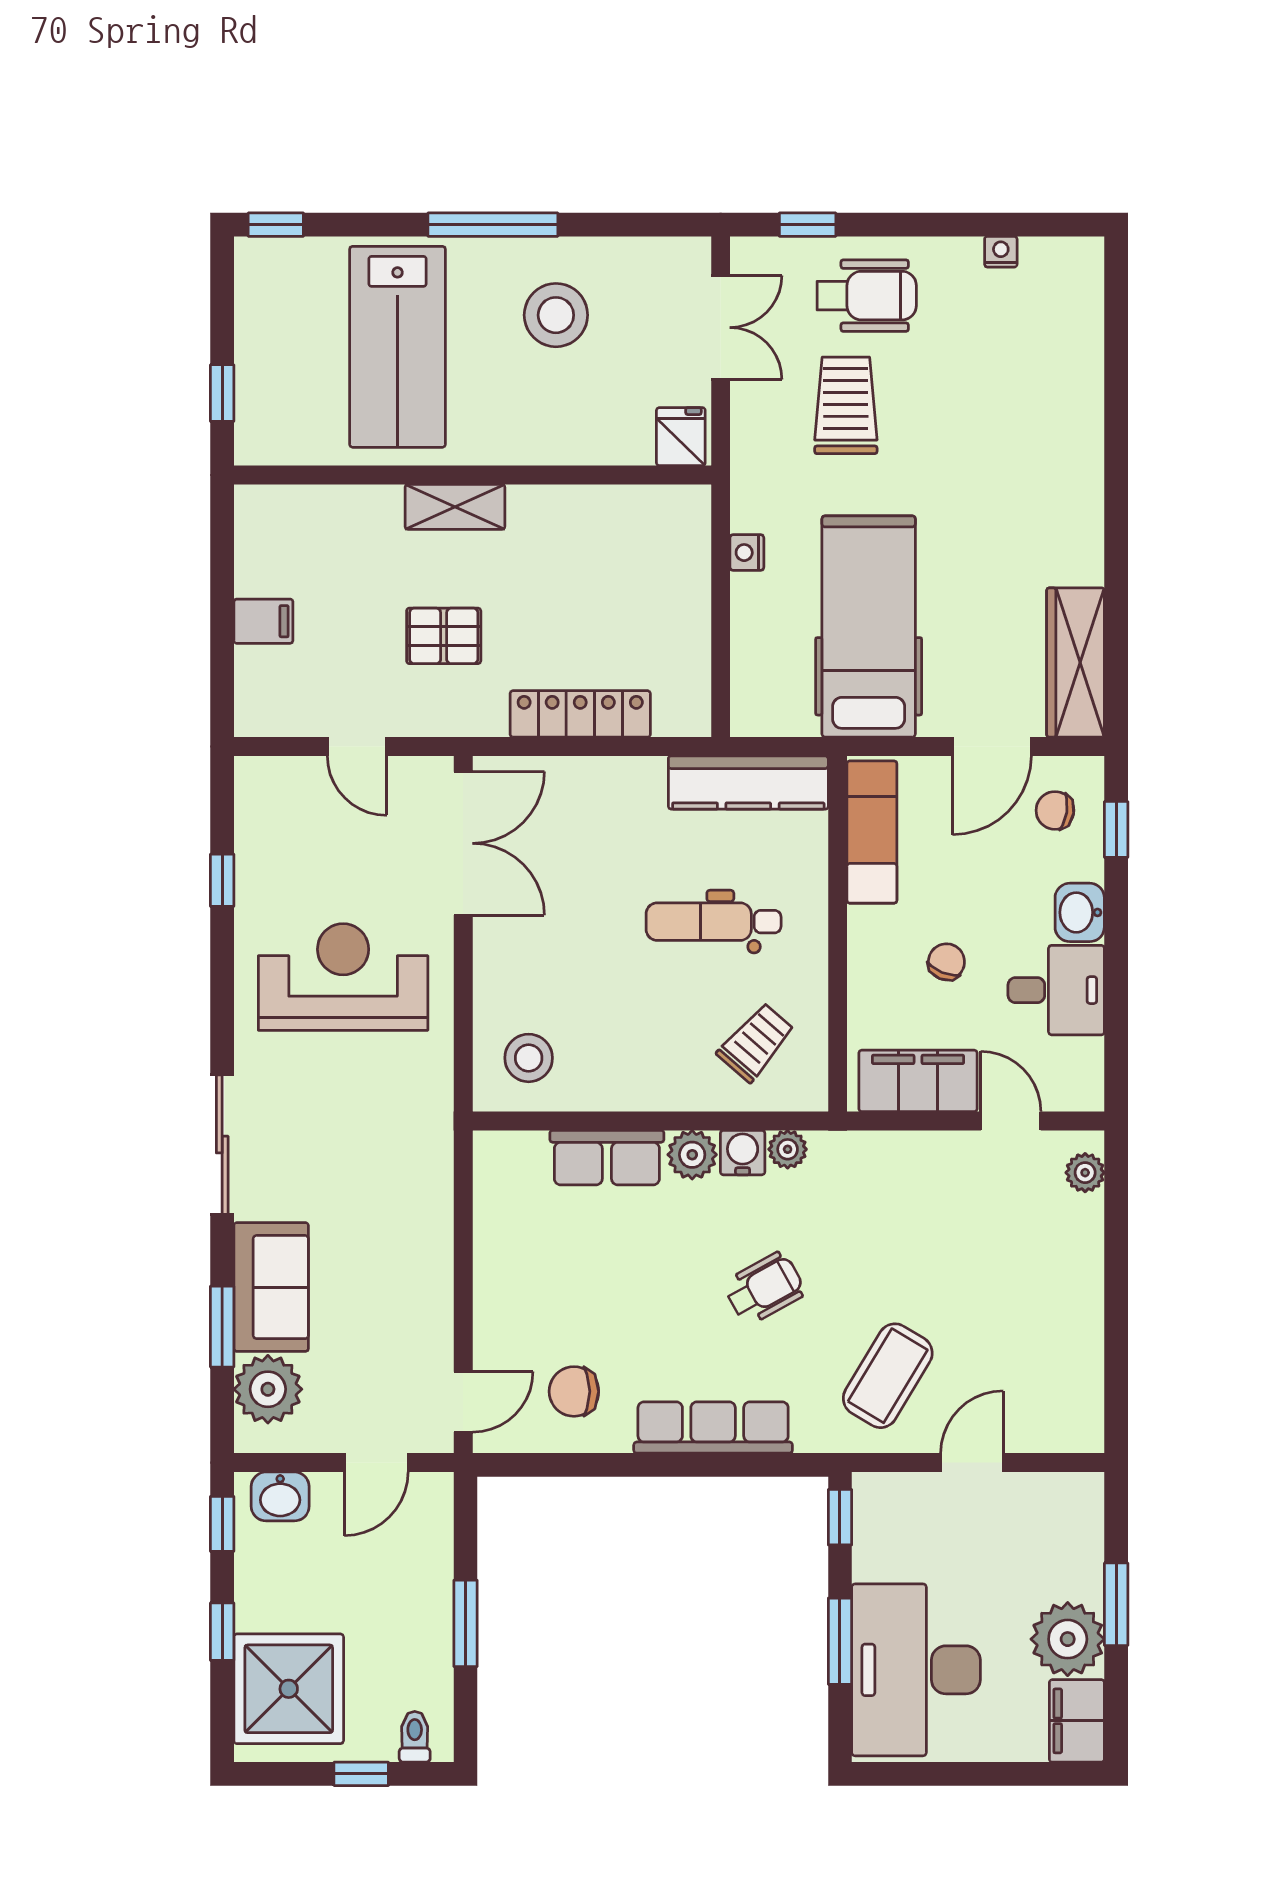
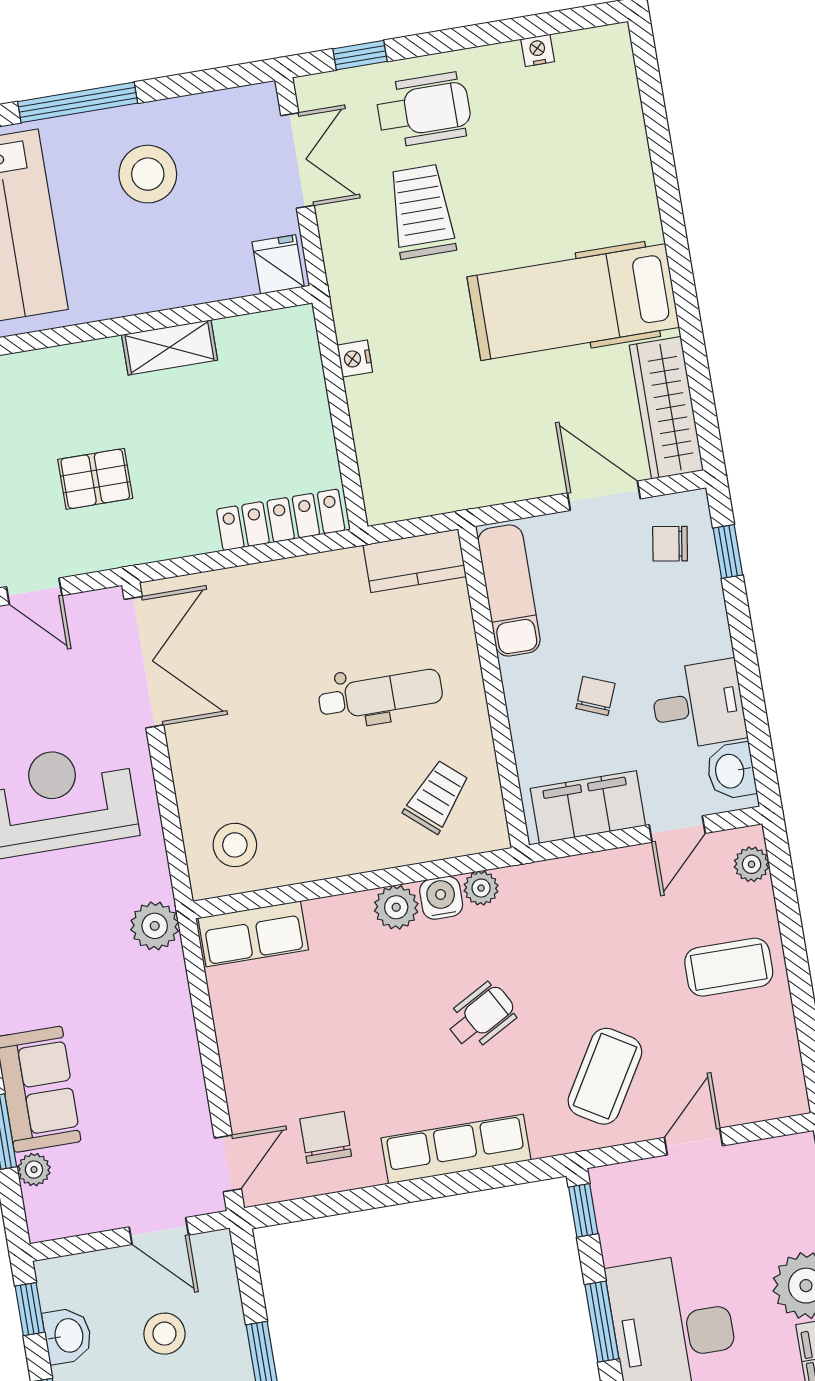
shelving: (455, 507) -> (170, 347), moved
hospital bed: (869, 626) -> (573, 302), moved, turned -90
locker: (580, 714) -> (281, 520), moved
door: (992, 746) -> (604, 496), swing flipped
kitchen counter: (748, 783) -> (415, 561), width x0.67
washbasin: (1080, 912) -> (731, 771), moved
dental chair: (714, 922) -> (380, 695), turned 180
door: (1011, 1121) -> (677, 829), swing flipped
plant: (427, 1131) -> (155, 926), added
row of seats: (607, 1158) -> (253, 934), moved
coffee table: (1042, 1280) -> (729, 967), added
plant: (268, 1389) -> (34, 1170), width x0.53, depth x0.53
chair: (574, 1391) -> (326, 1137), turned 90
door: (376, 1463) -> (159, 1231), hinge flipped
washbasin: (280, 1496) -> (68, 1336), moved, turned -90
stool: (364, 1575) -> (164, 1334), added

